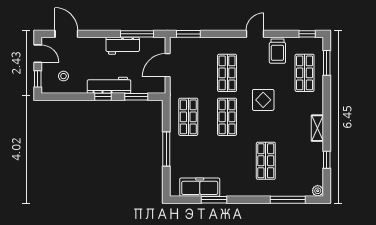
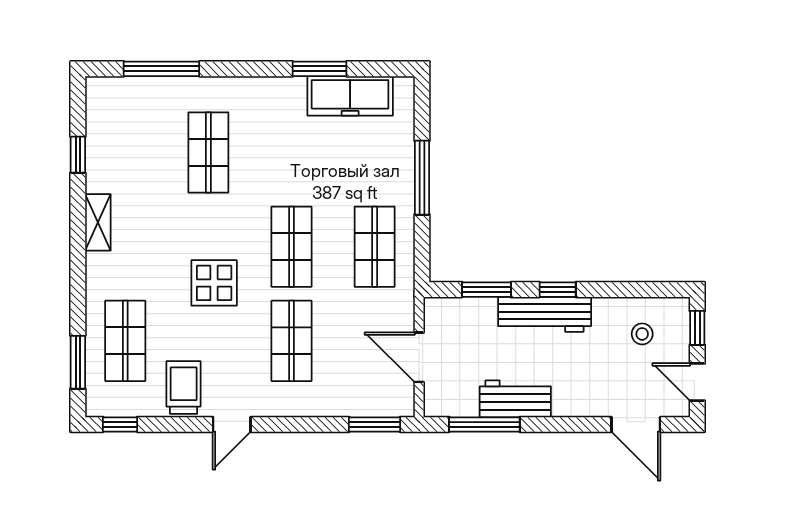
door: (168, 65) -> (419, 357), swing flipped
plant: (318, 191) -> (97, 88), removed

